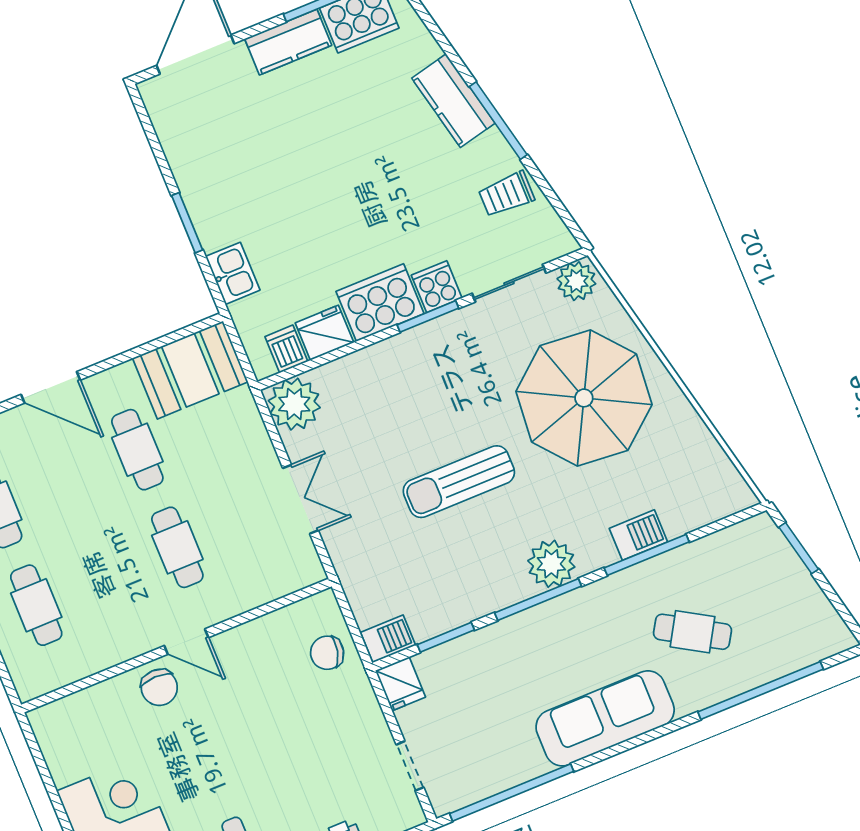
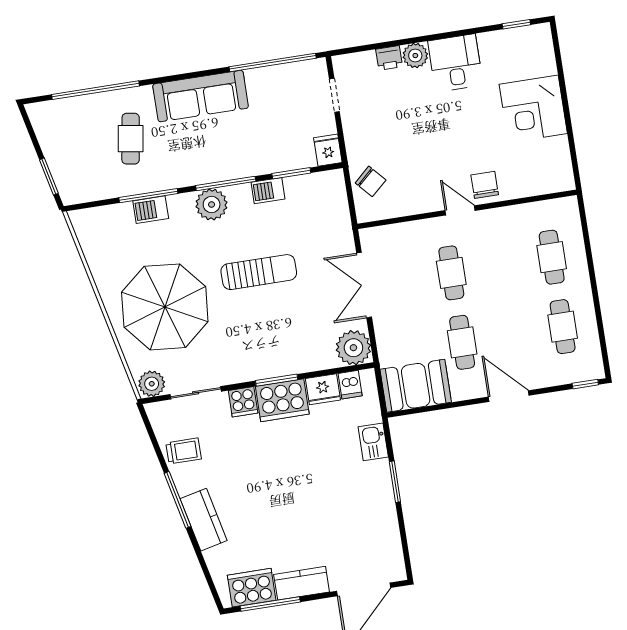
window: (428, 316) -> (277, 380), moved
double door: (301, 499) -> (364, 285), width x1.37
cafe table: (692, 632) -> (131, 139), turned 68
barbecue: (388, 639) -> (268, 191), moved
chair: (327, 653) -> (371, 181), turned 34

